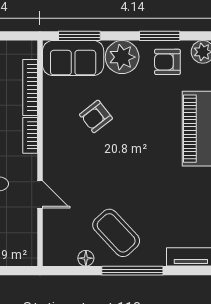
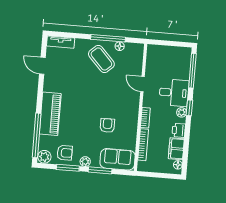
window: (79, 36) -> (100, 170), moved
plant: (122, 57) -> (85, 162), width x0.53, depth x0.53
armchair: (96, 116) -> (107, 125), turned -52
window: (132, 271) -> (108, 38), moved

